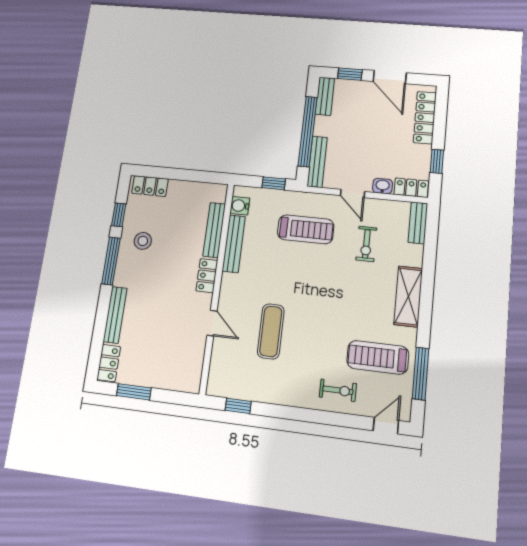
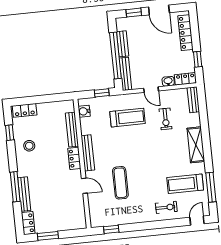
bench: (325, 96) -> (123, 44), moved
bench: (234, 244) -> (88, 153), moved
window: (111, 261) -> (15, 187), moved

